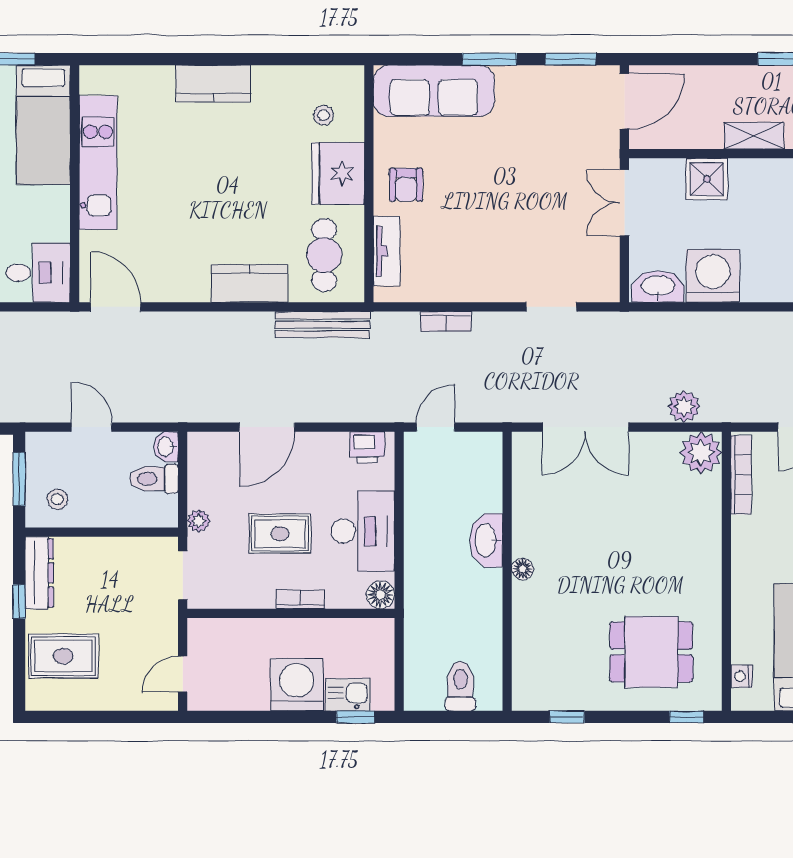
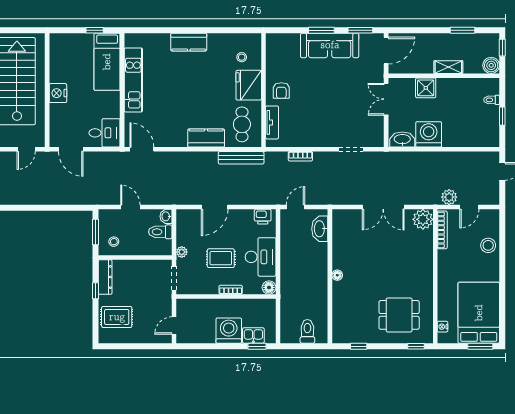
sofa: (434, 91) -> (330, 45), moved
plant: (684, 407) -> (449, 197), moved
double door: (585, 427) -> (383, 207), moved
washbasin: (486, 540) -> (320, 229), moved

